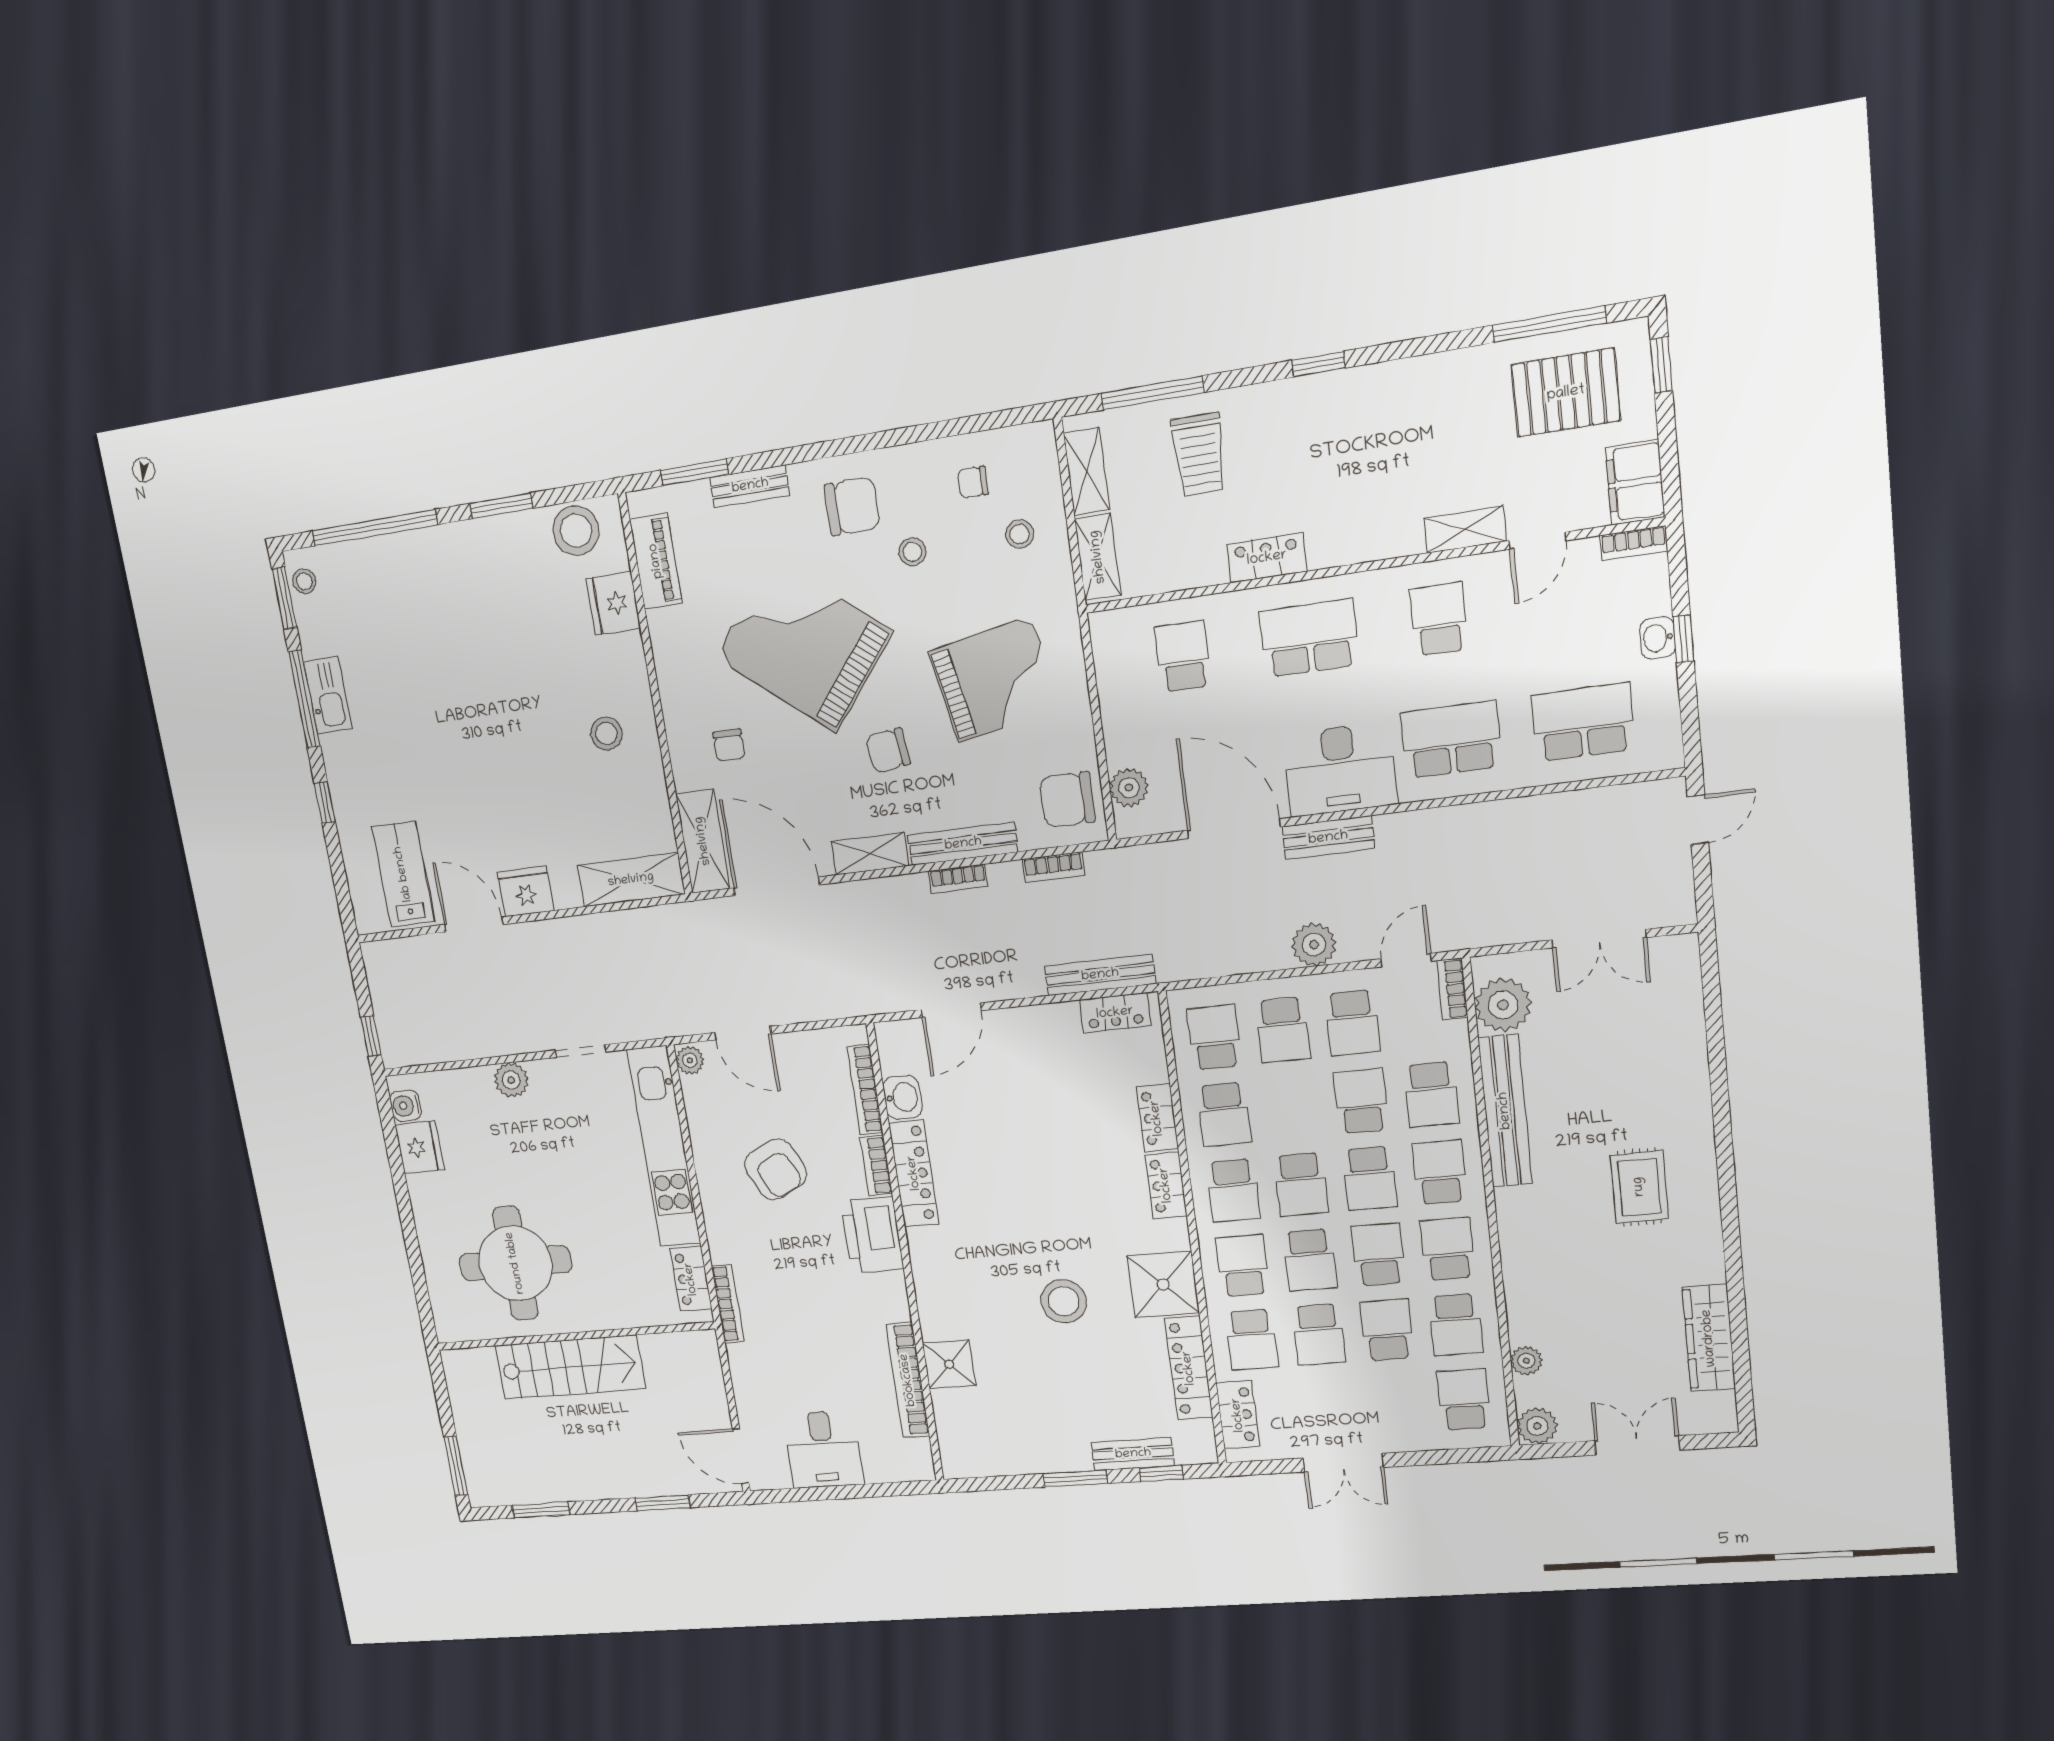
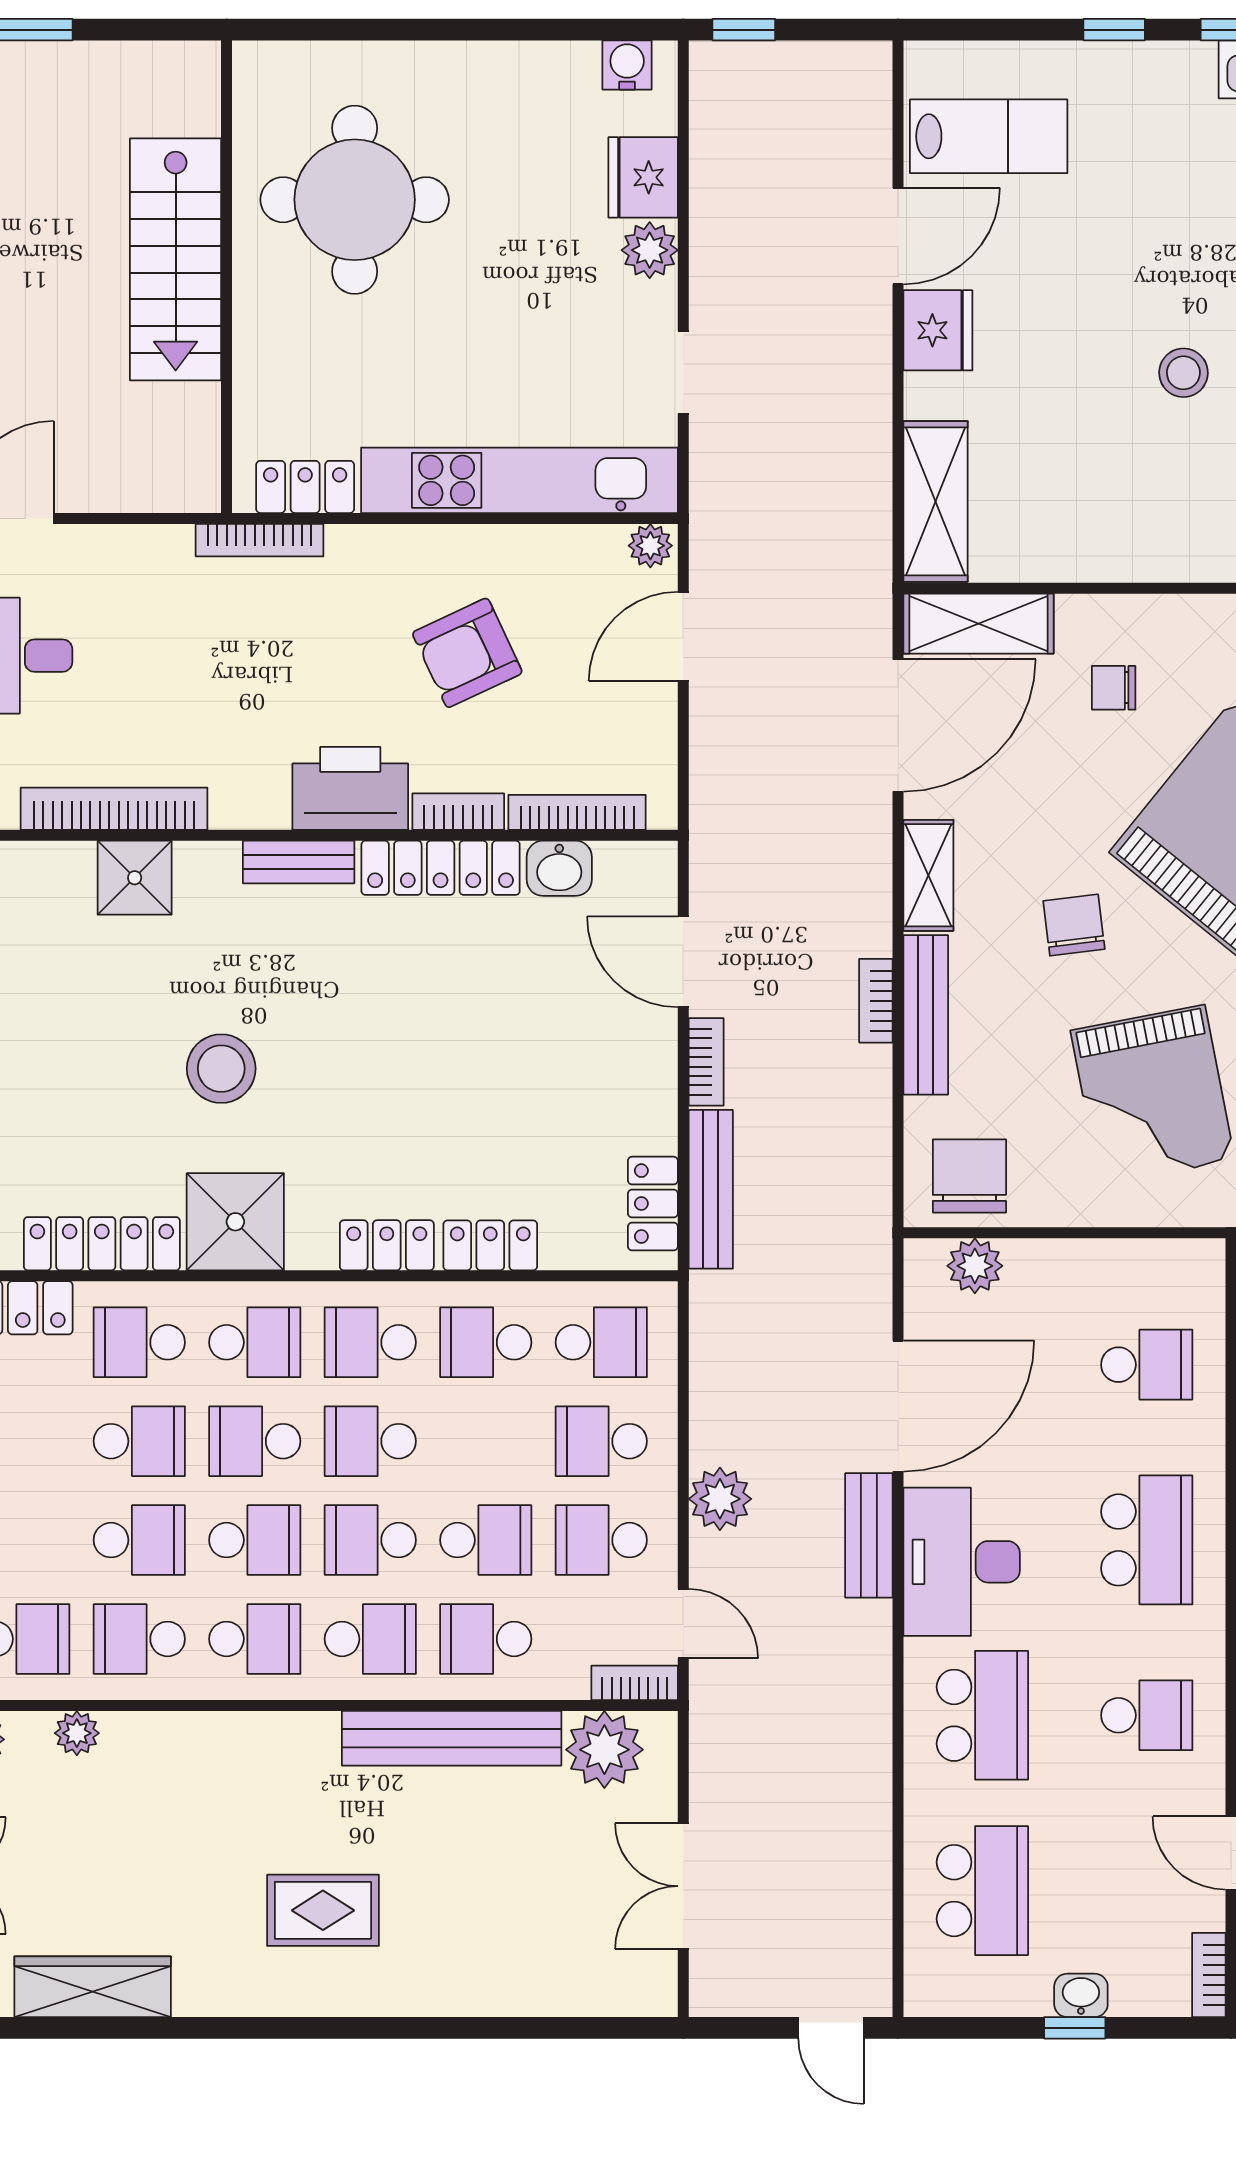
stool: (606, 733) -> (1183, 373), moved
bookcase: (1053, 867) -> (706, 1062), moved, turned 180
fridge: (420, 1147) -> (643, 177), moved, turned 90
bench: (924, 1263) -> (299, 862), added
school desk: (1319, 1335) -> (139, 1441), turned 180

